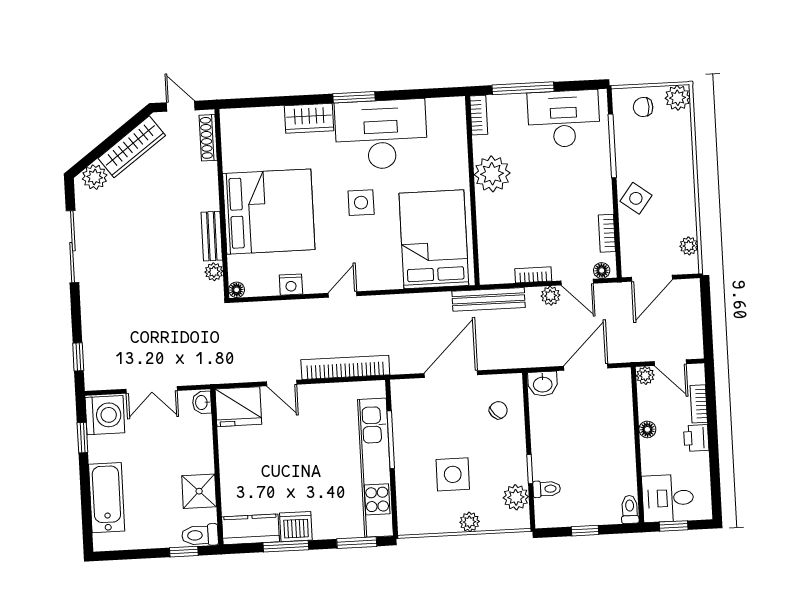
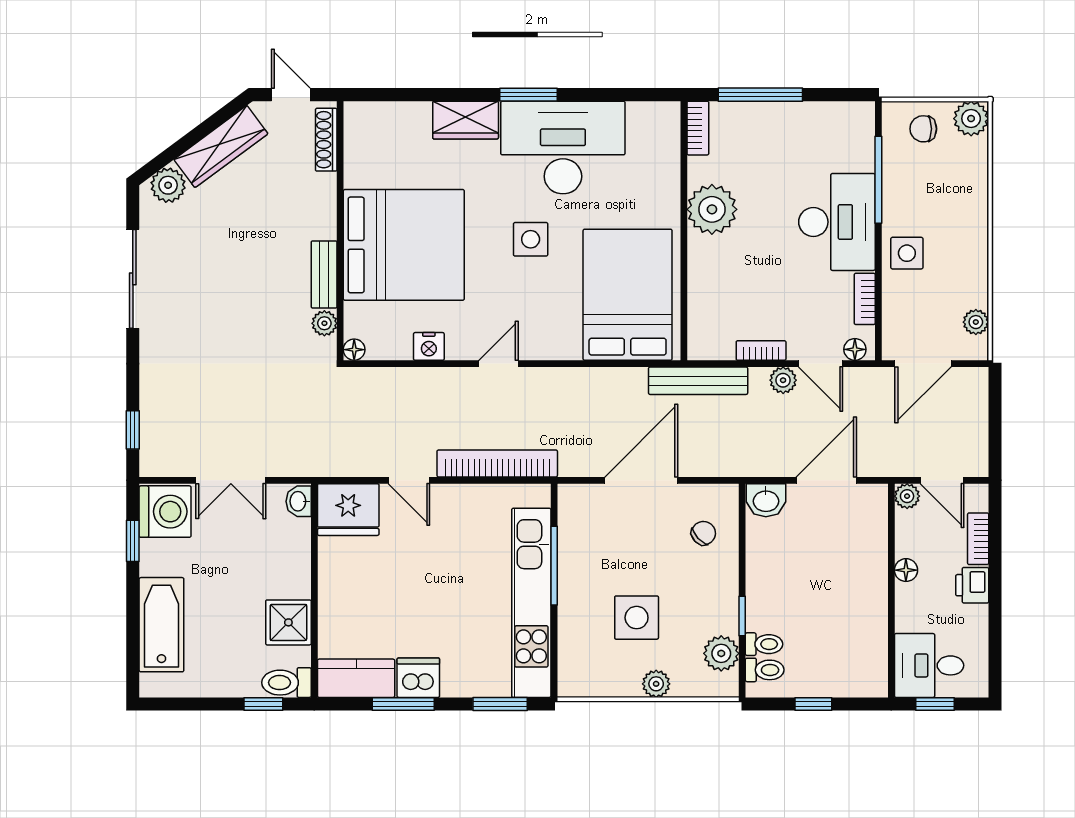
desk: (564, 119) -> (837, 222), moved, turned 90
side table: (636, 198) -> (907, 253), turned -37
toilet: (630, 509) -> (765, 670), moved, turned 90

